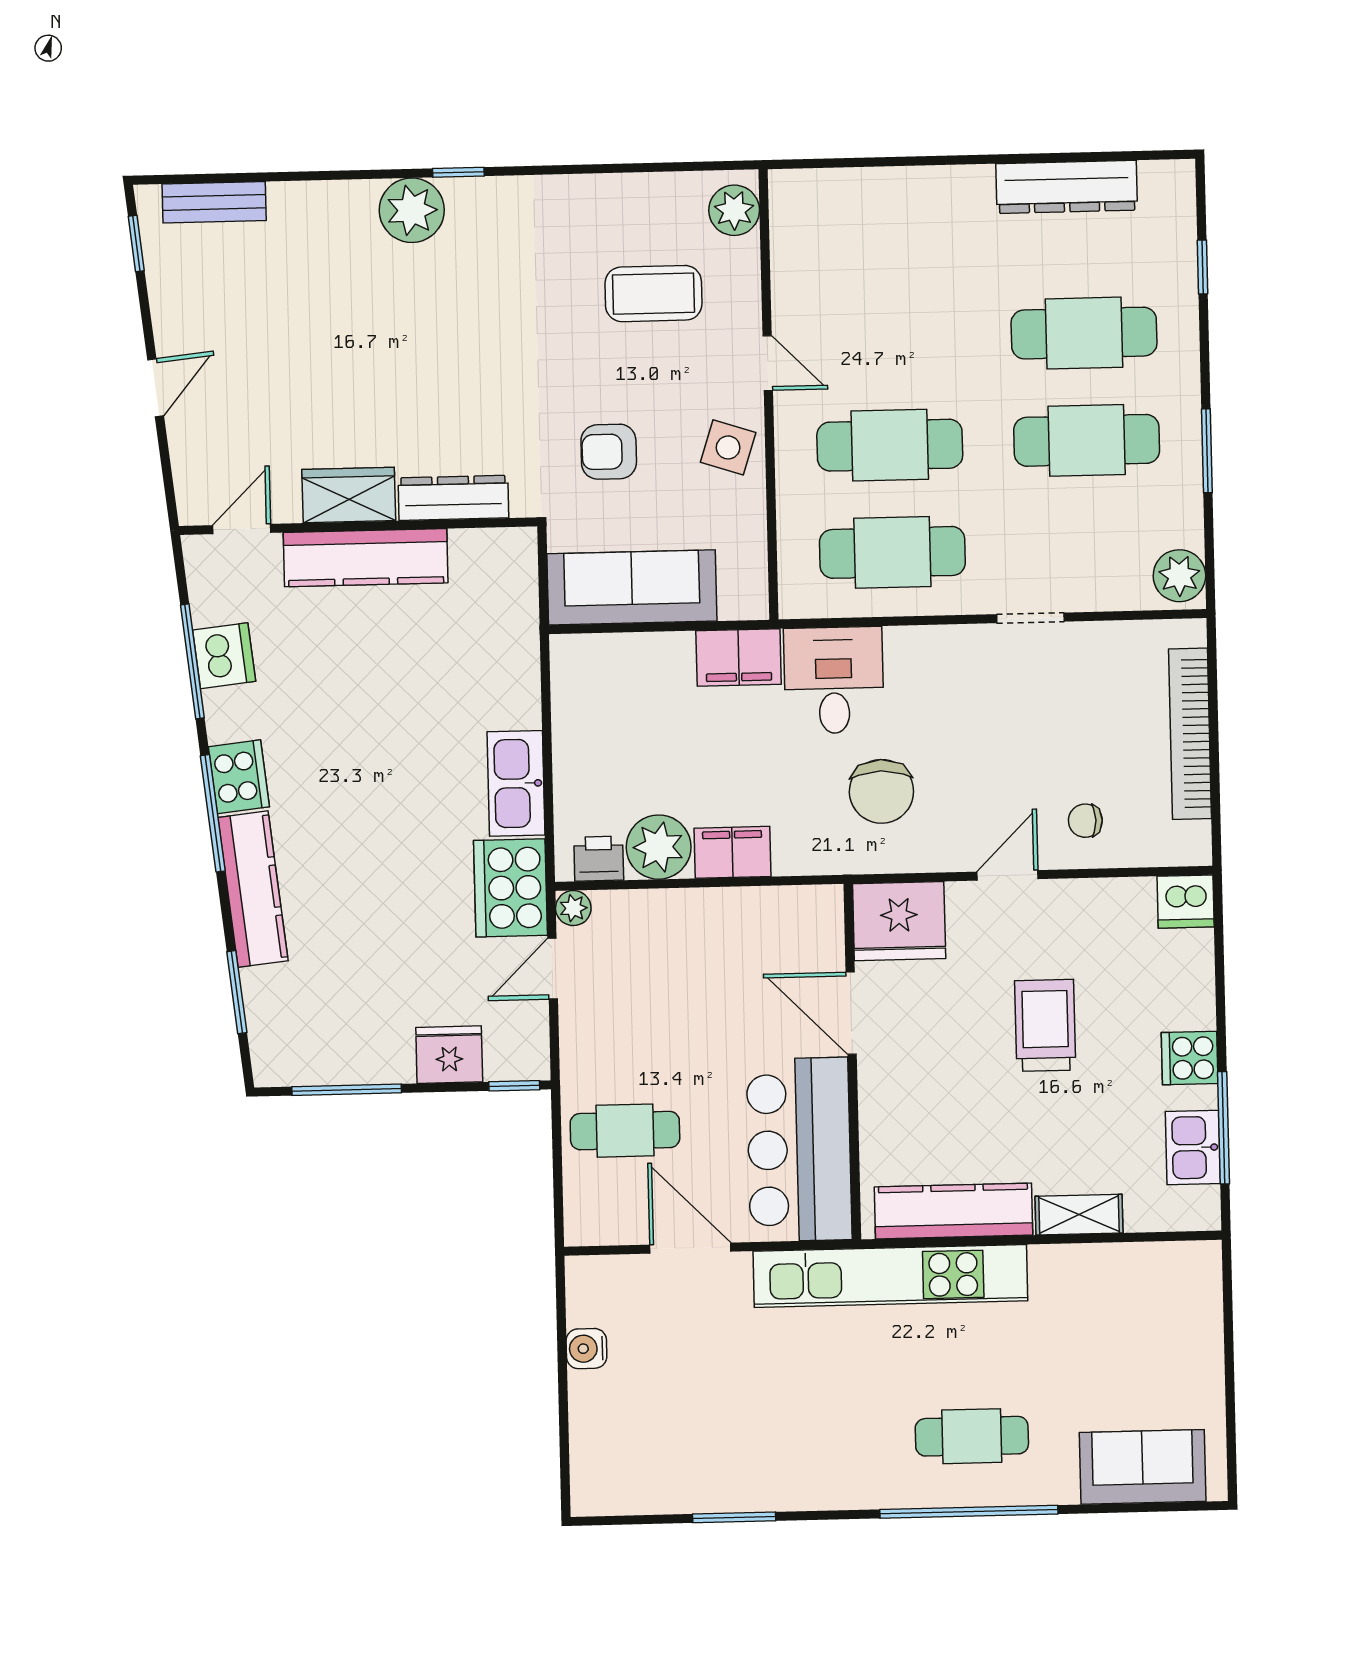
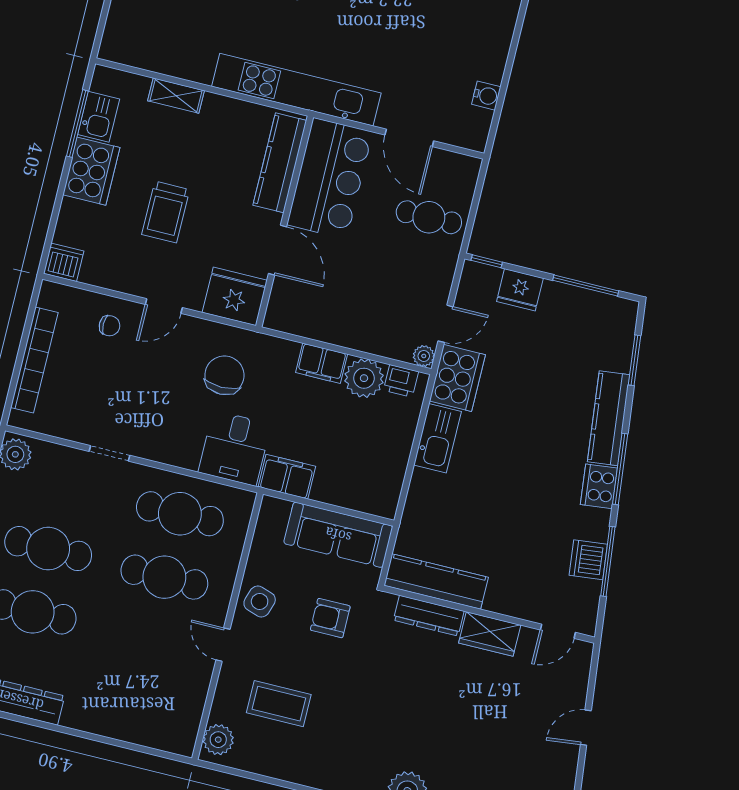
armchair: (609, 452) -> (330, 618), turned 180
kitchen counter: (366, 558) -> (436, 581), moved
cooker: (1190, 1058) -> (91, 171), width x1.87, depth x1.31
kitchen counter: (953, 1211) -> (280, 163), moved, turned 90

